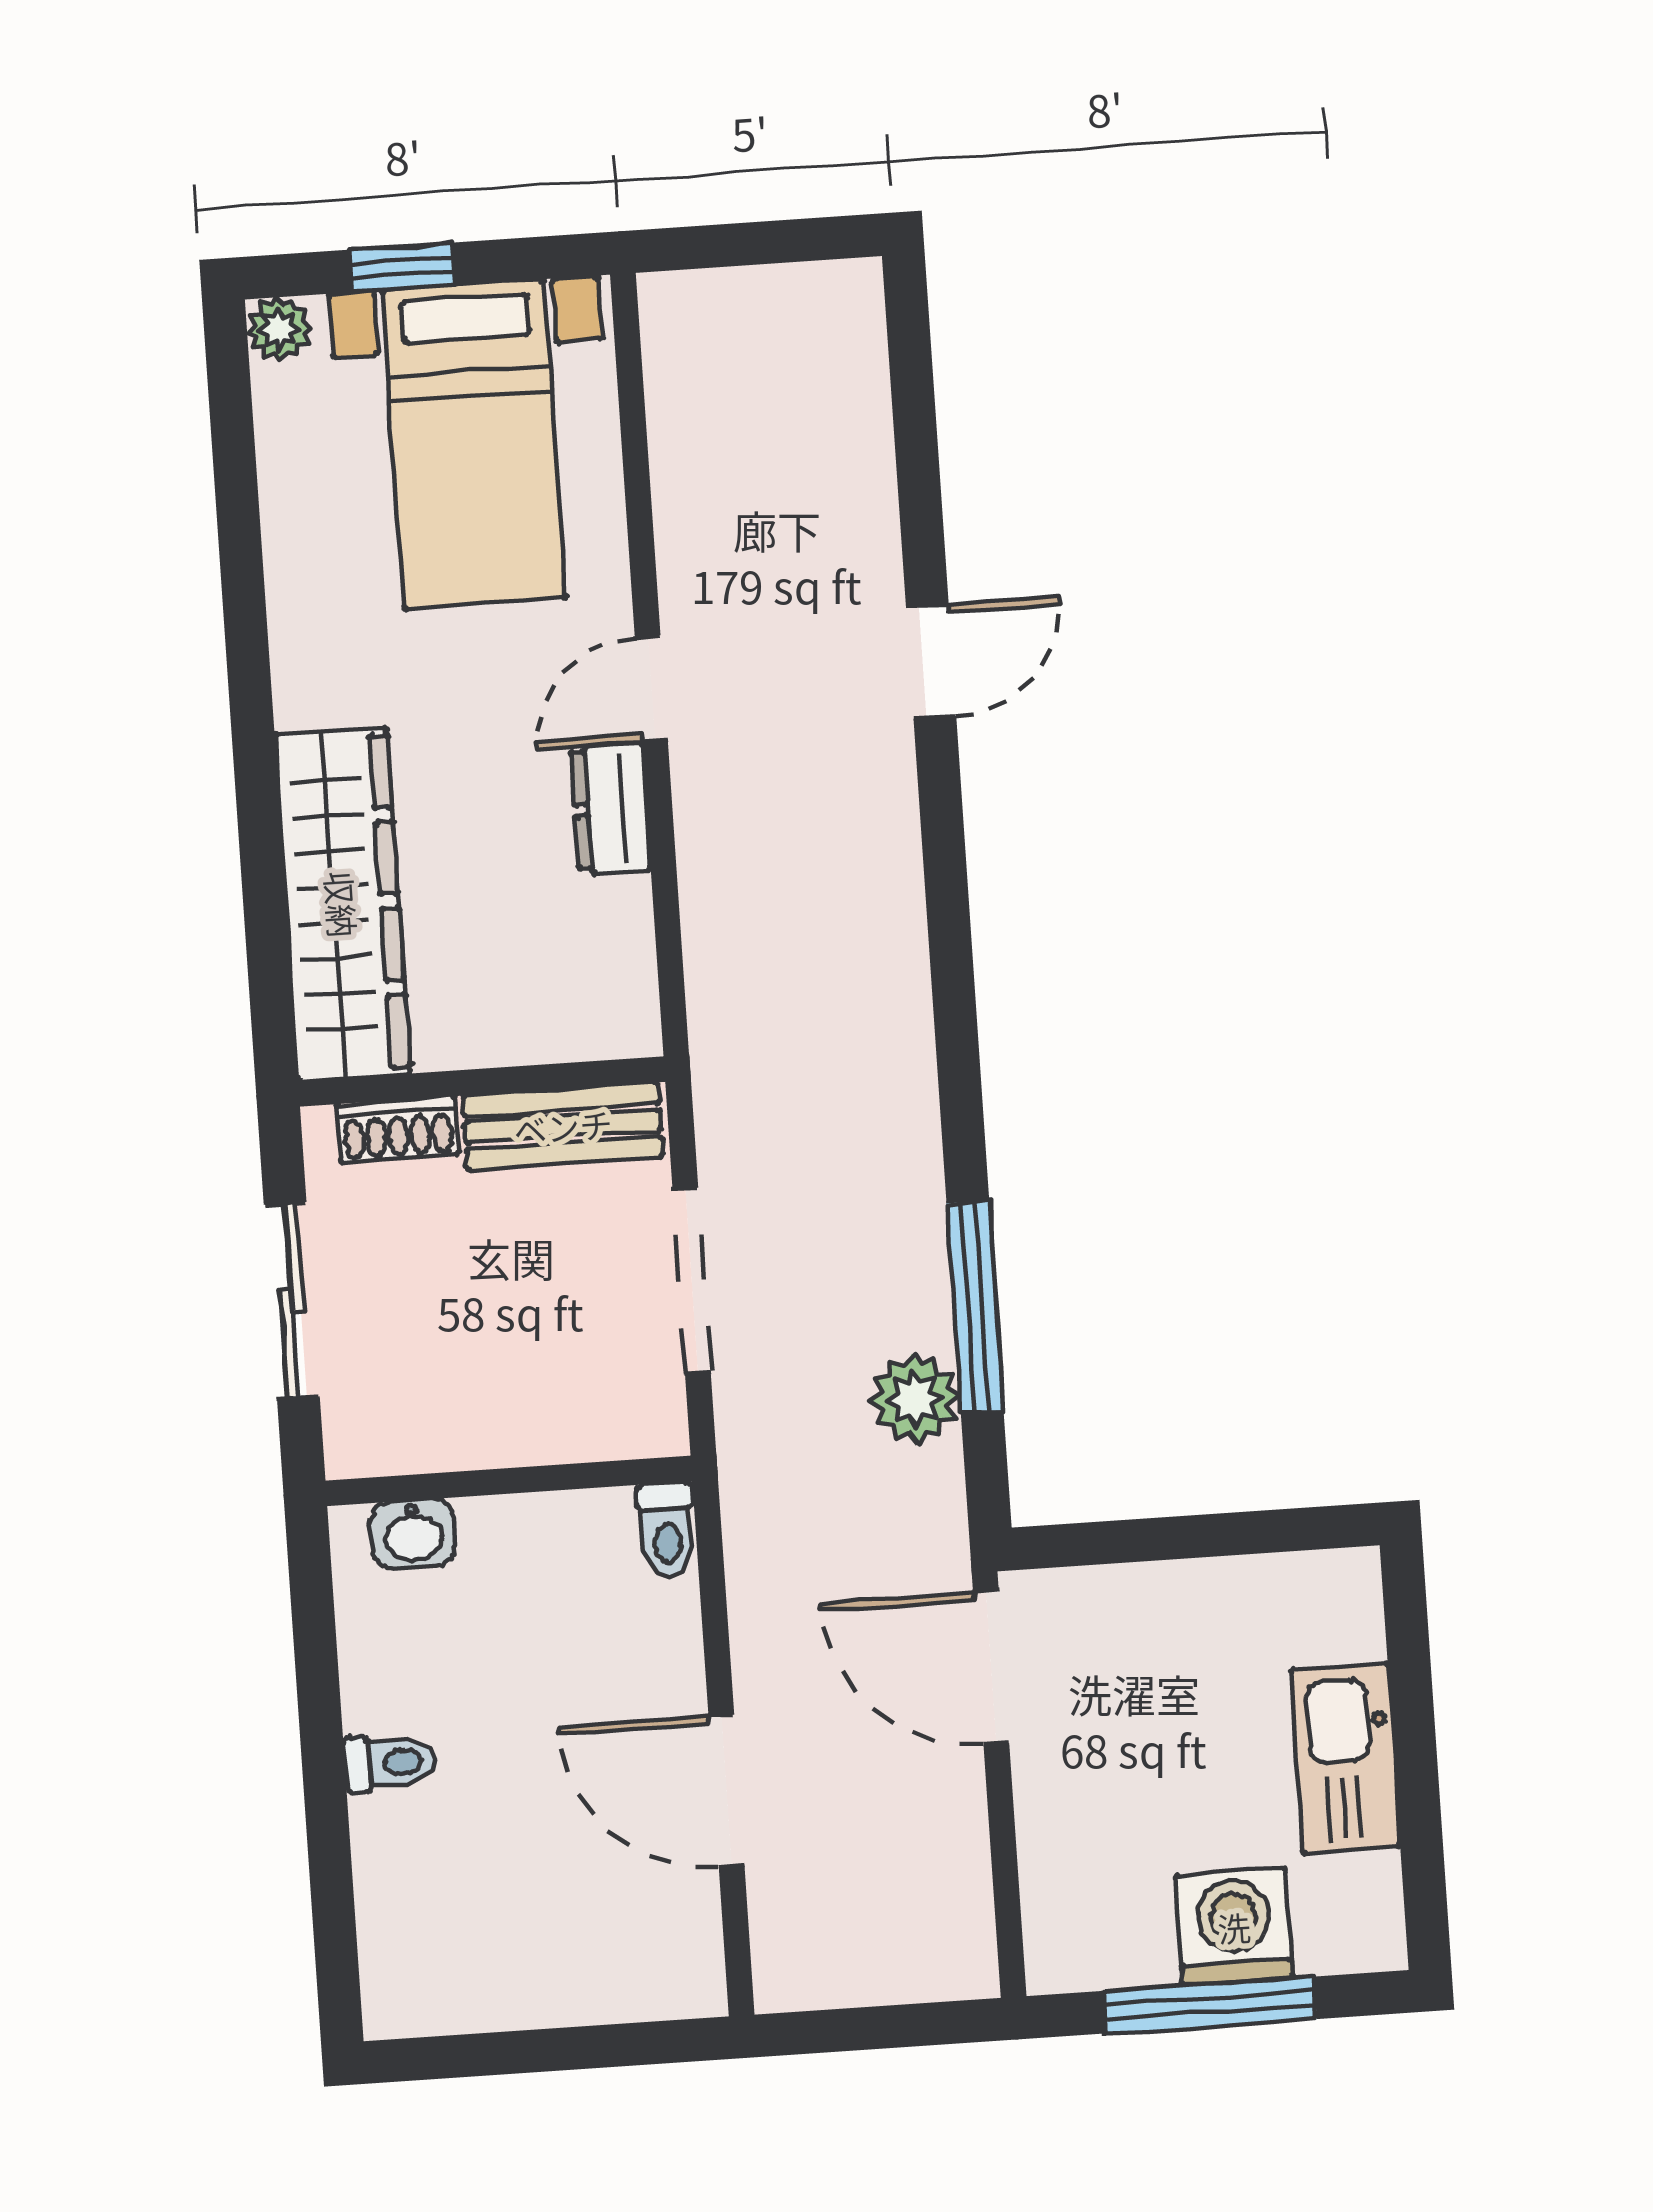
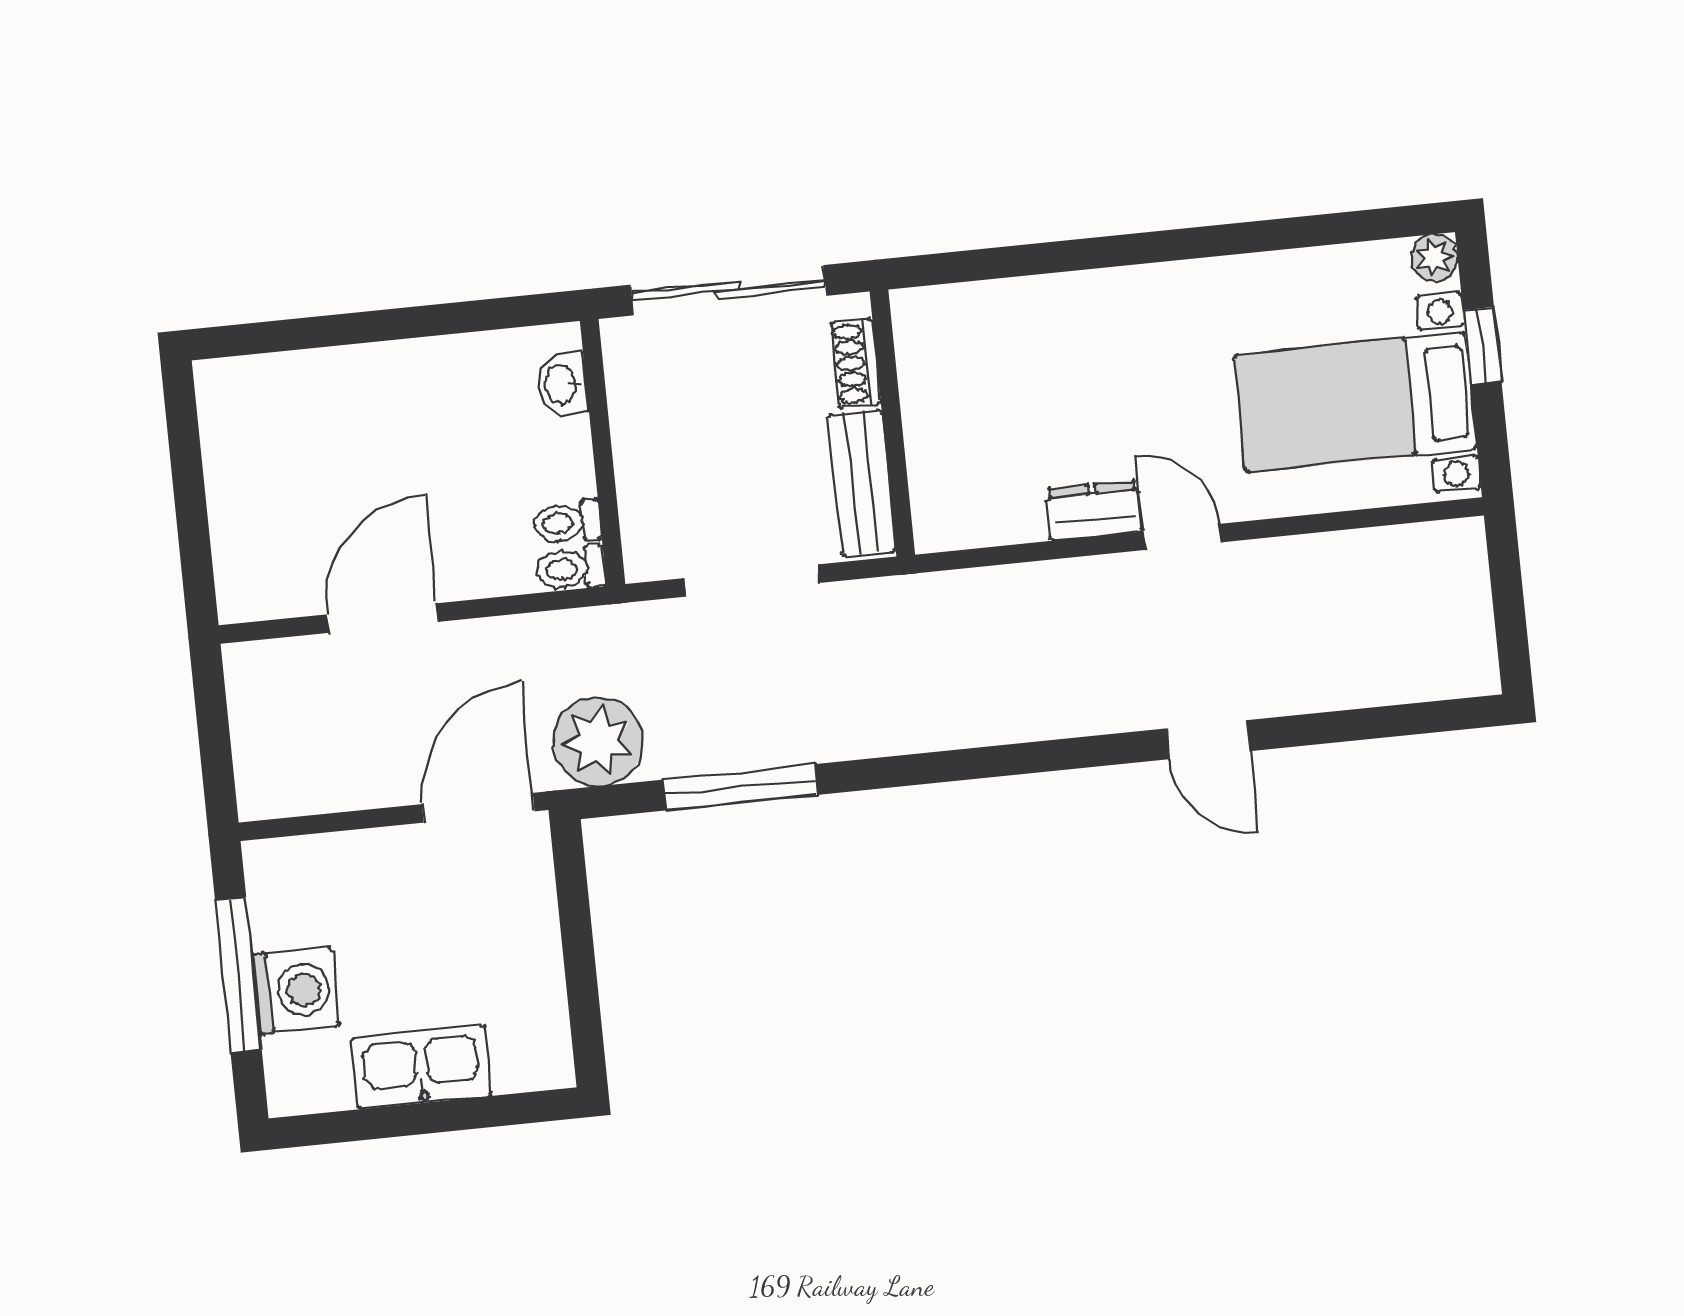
wardrobe: (342, 904) -> (1018, 318), removed
sliding door: (292, 1301) -> (728, 290), width x1.37
plant: (915, 1399) -> (598, 741), moved, width x1.36, depth x1.36
toilet: (390, 1763) -> (567, 522), moved, turned 90

